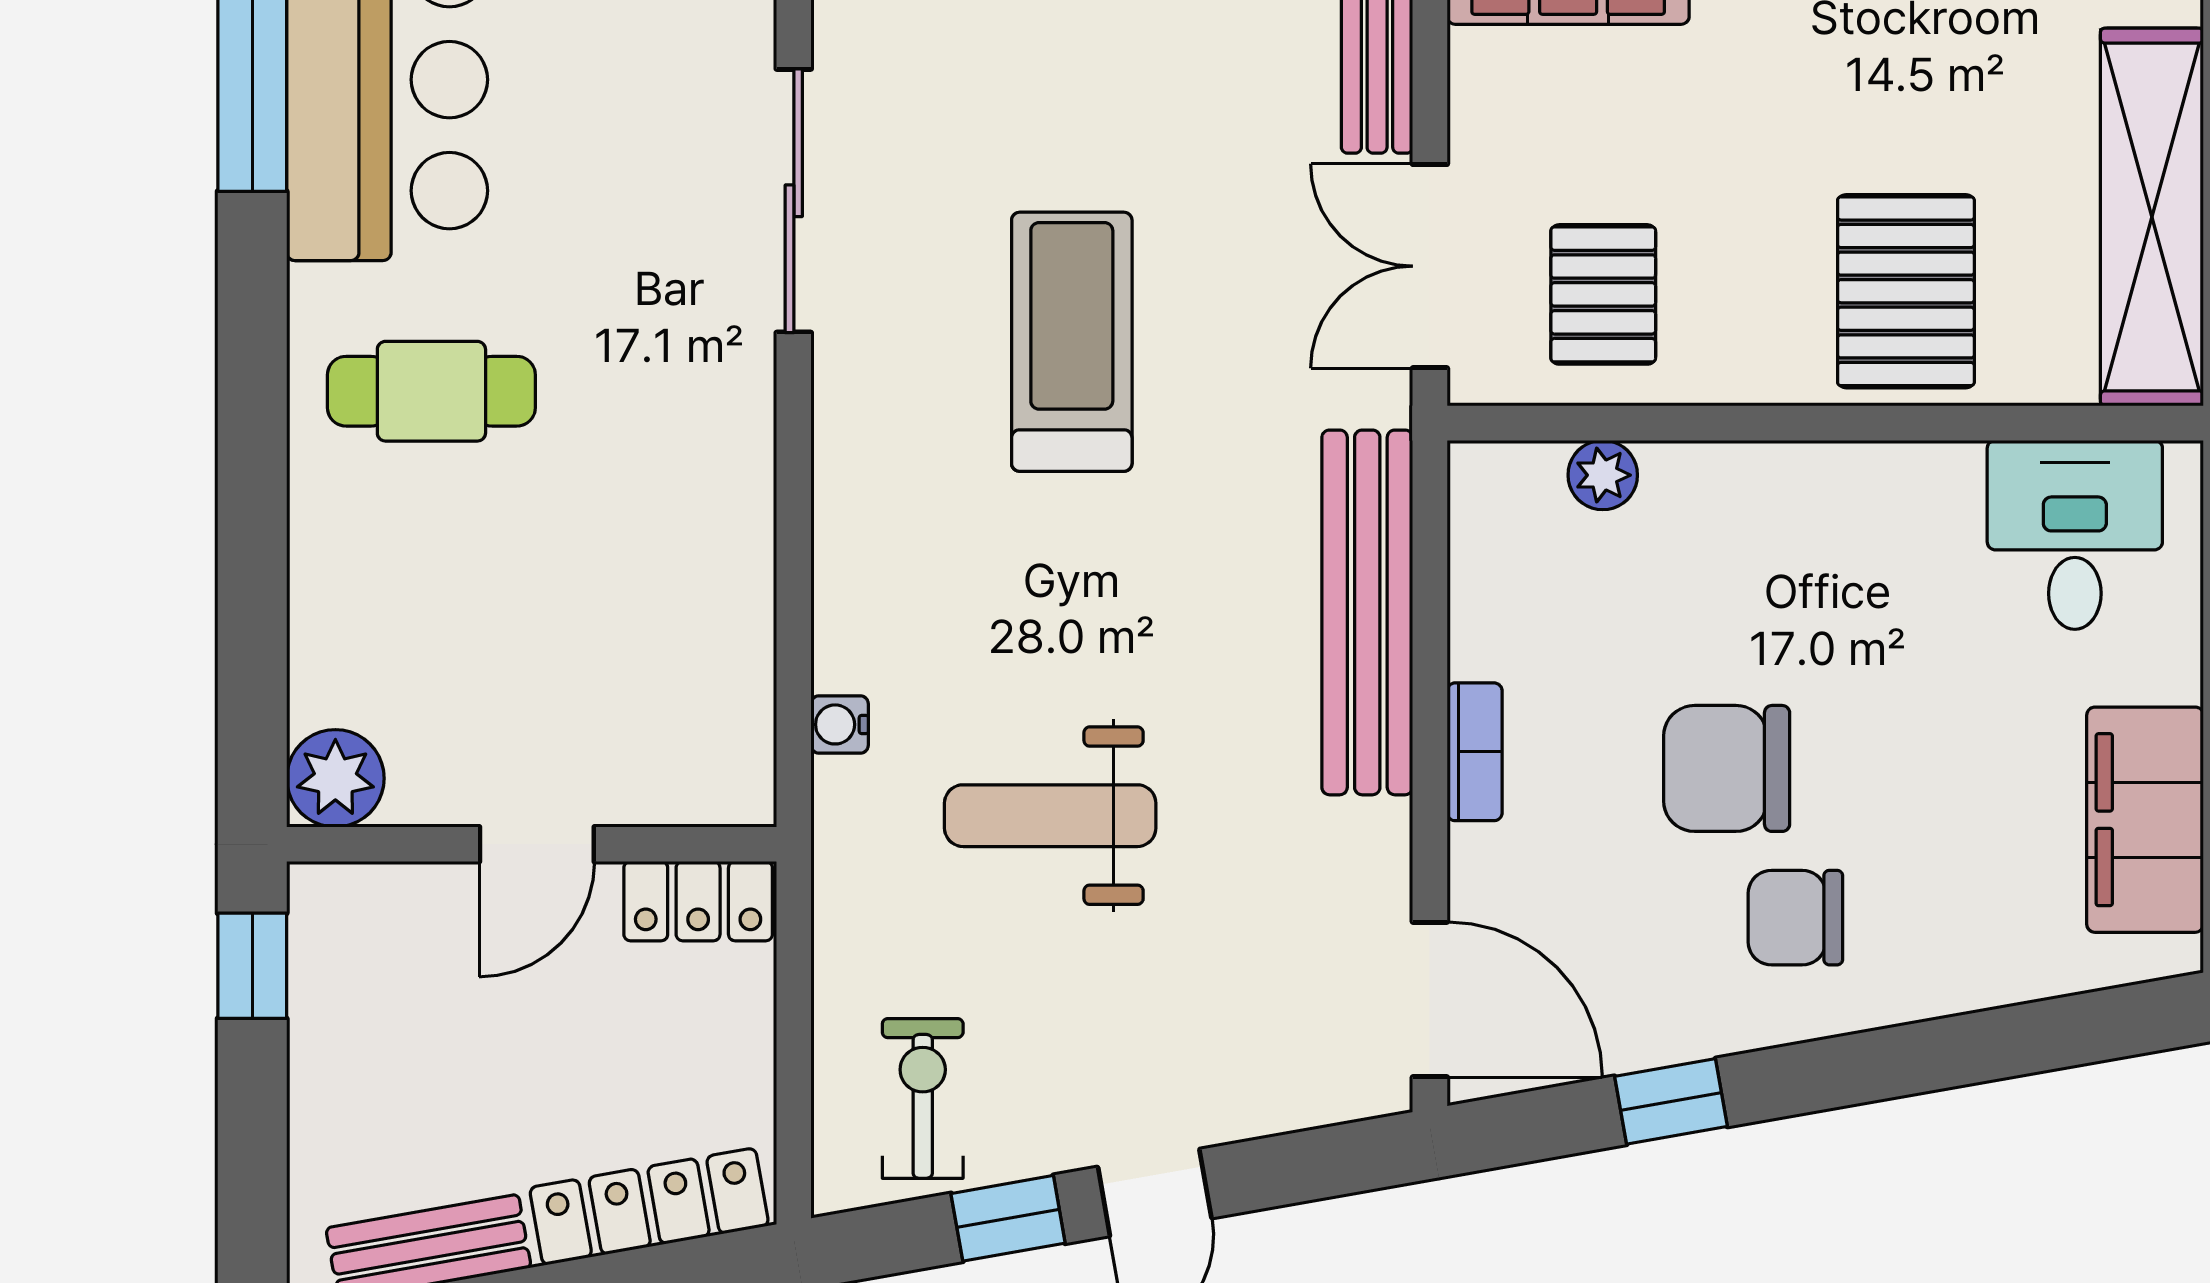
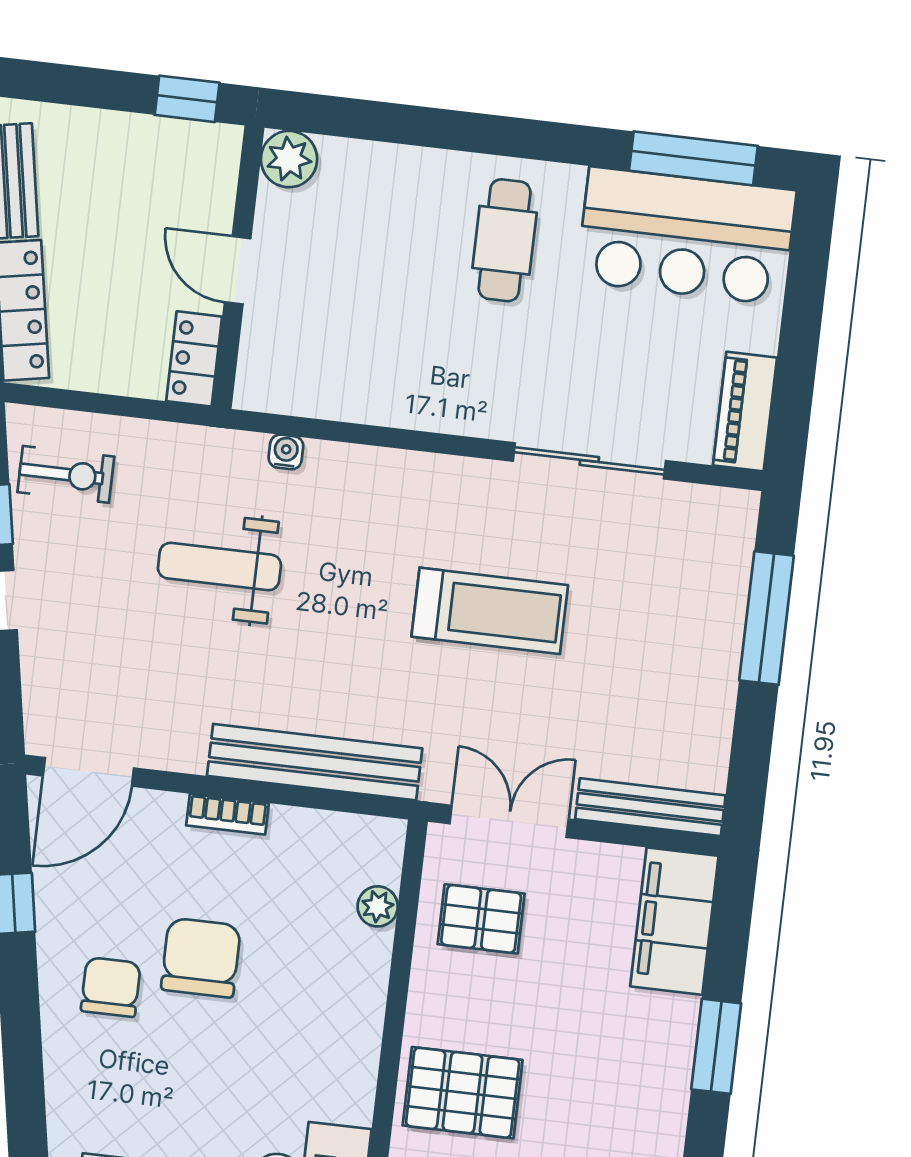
weight bench: (1050, 816) -> (219, 567), turned -90

